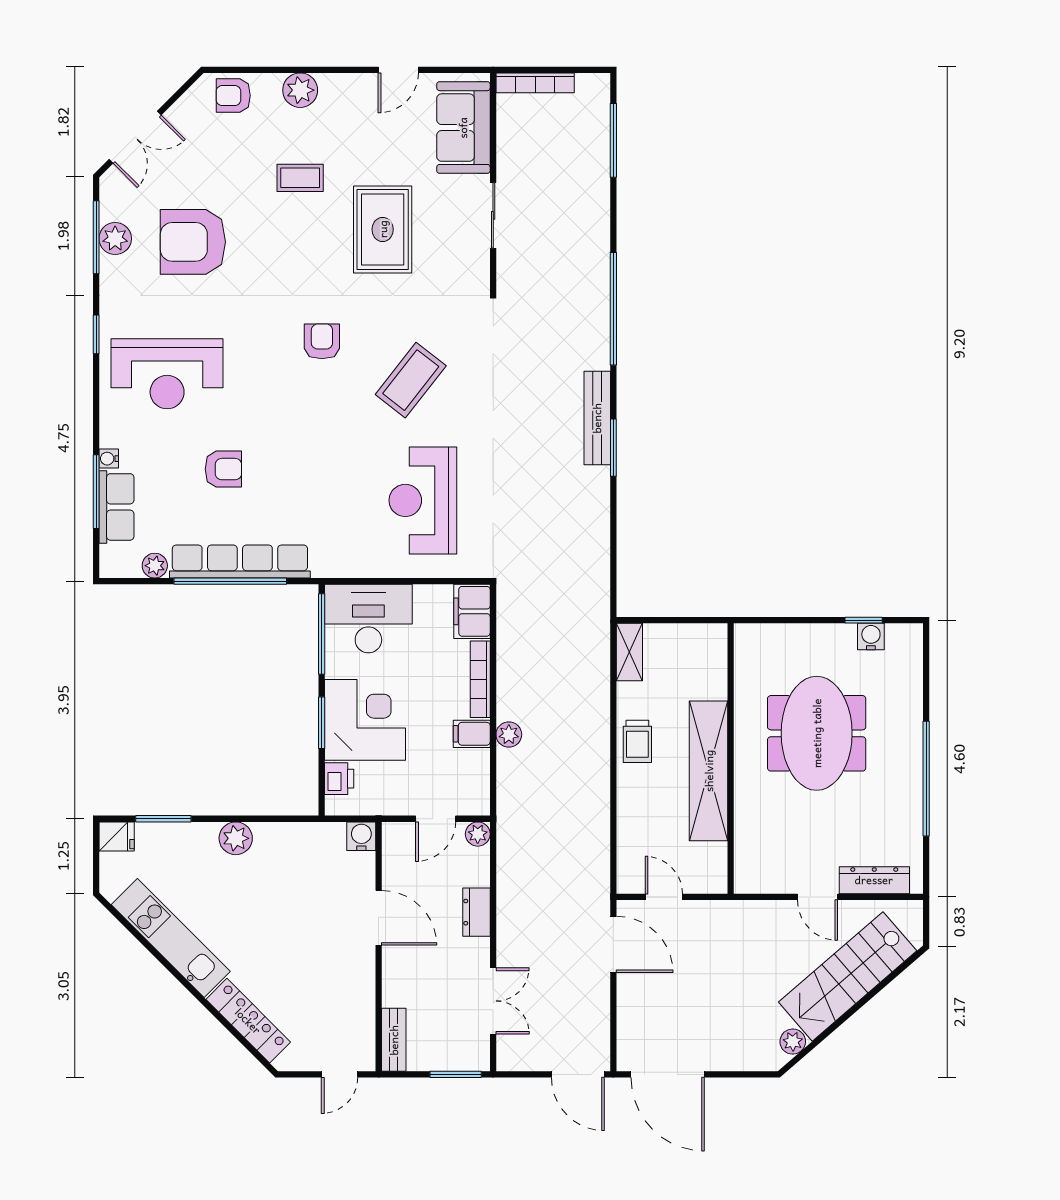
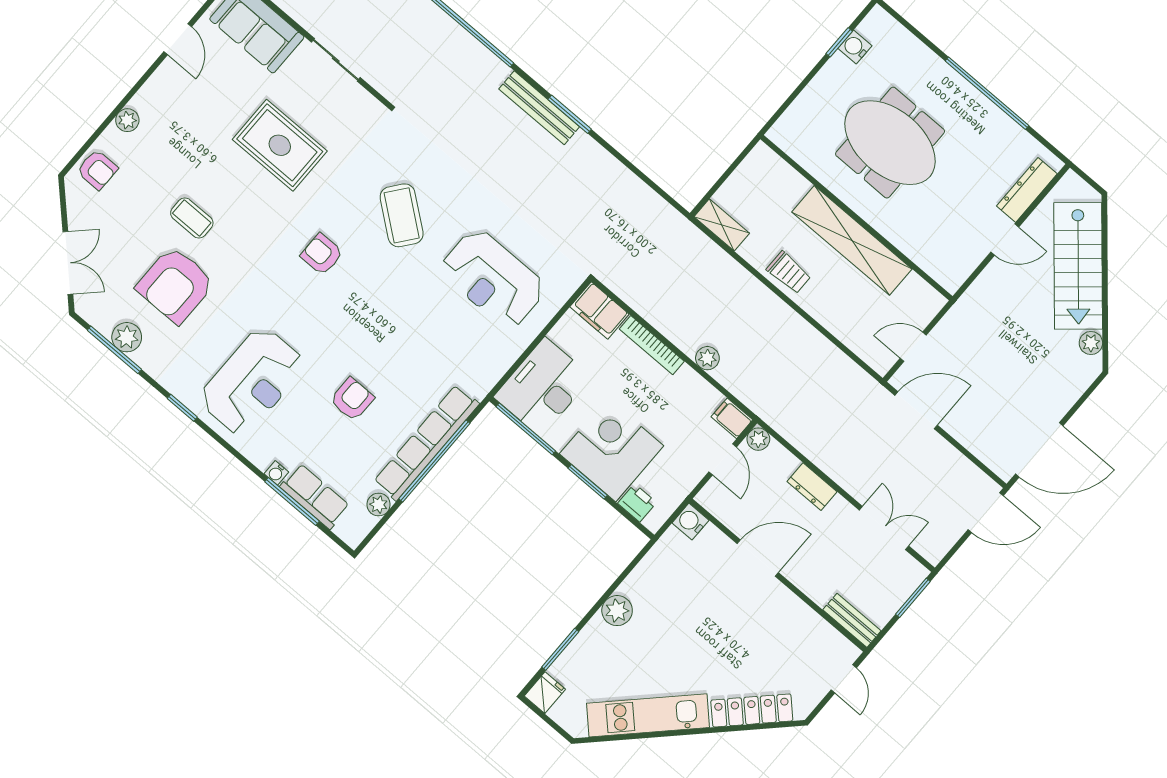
plant: (300, 90) -> (127, 120), width x0.73, depth x0.73
armchair: (233, 96) -> (97, 170), turned -90
coffee table: (300, 178) -> (192, 218), moved, turned 90
filing cabinet: (472, 734) -> (732, 418), moved, turned 90

